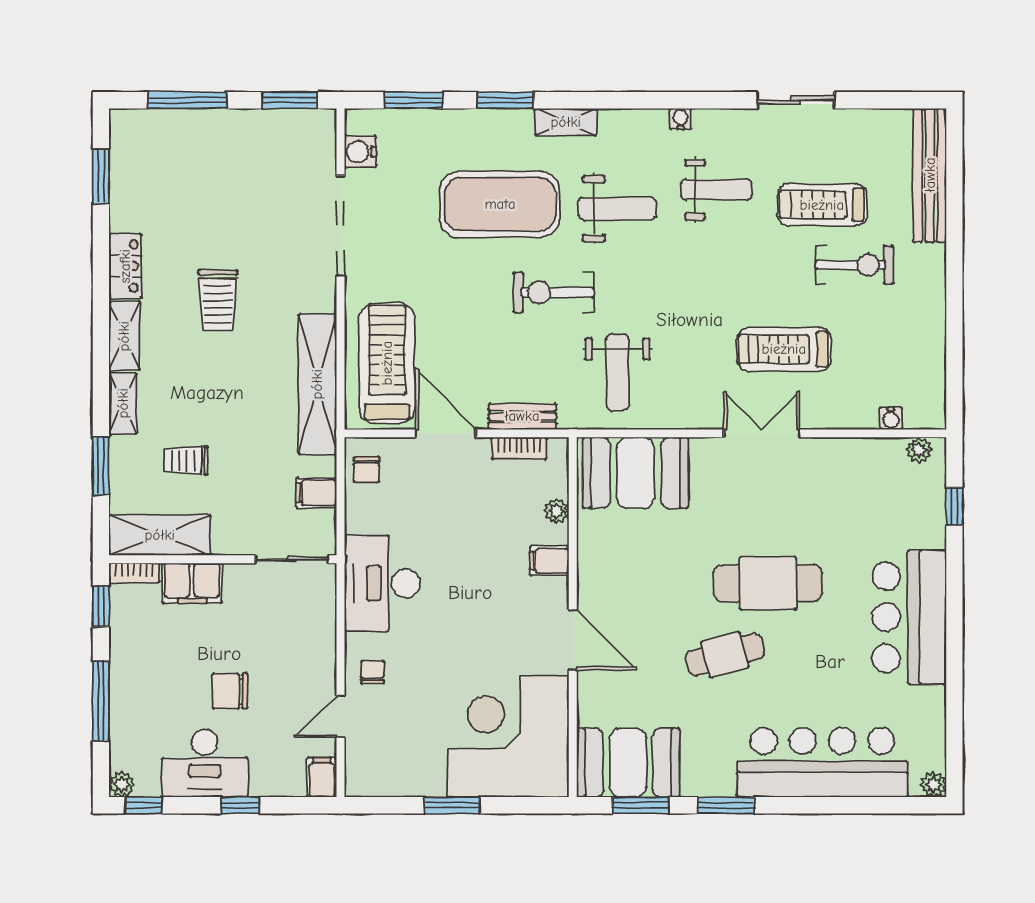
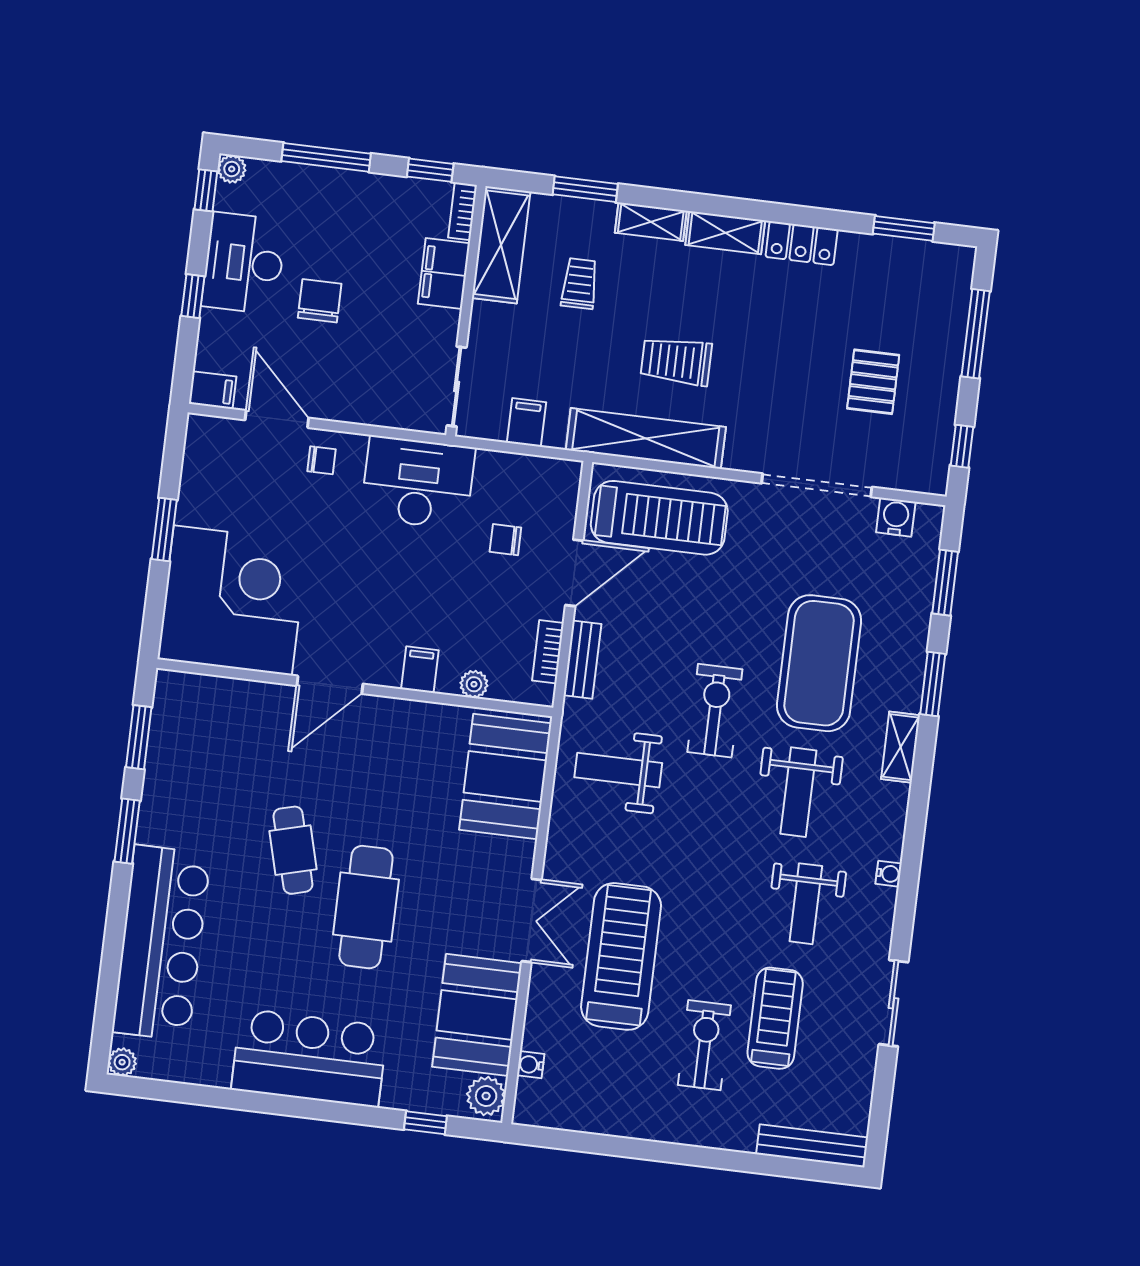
window: (290, 100) -> (962, 446), width x0.67
bench: (930, 175) -> (812, 1146), width x0.73, depth x0.82
pallet: (242, 187) -> (873, 382), added
exercise bike: (854, 265) -> (704, 1045), turned 180
trolley: (218, 300) -> (676, 361), moved
treadmill: (784, 349) -> (621, 956), width x1.37, depth x1.38
plant: (919, 450) -> (486, 1096), width x1.38, depth x1.38
chair: (367, 470) -> (505, 540), moved
door: (341, 716) -> (277, 419), width x1.38
booth: (628, 763) -> (477, 1015), moved

